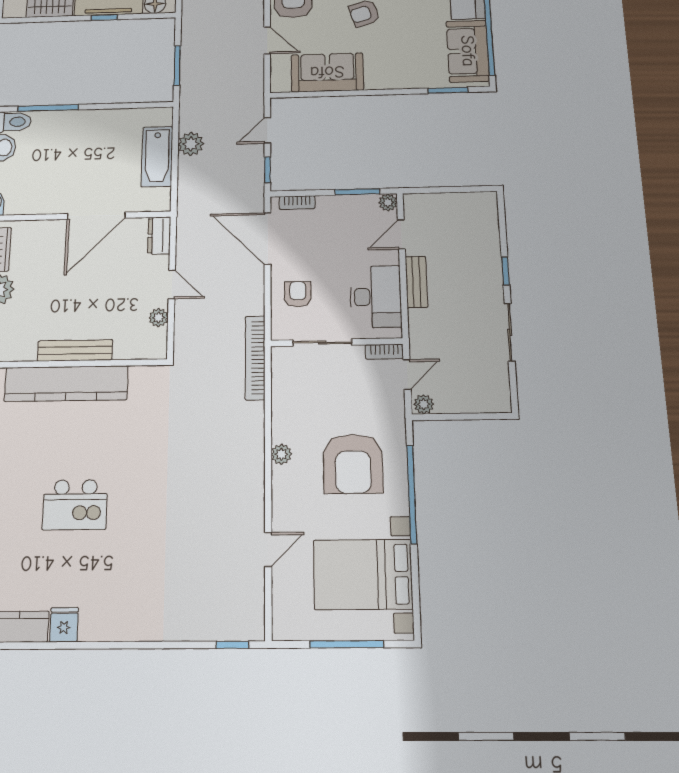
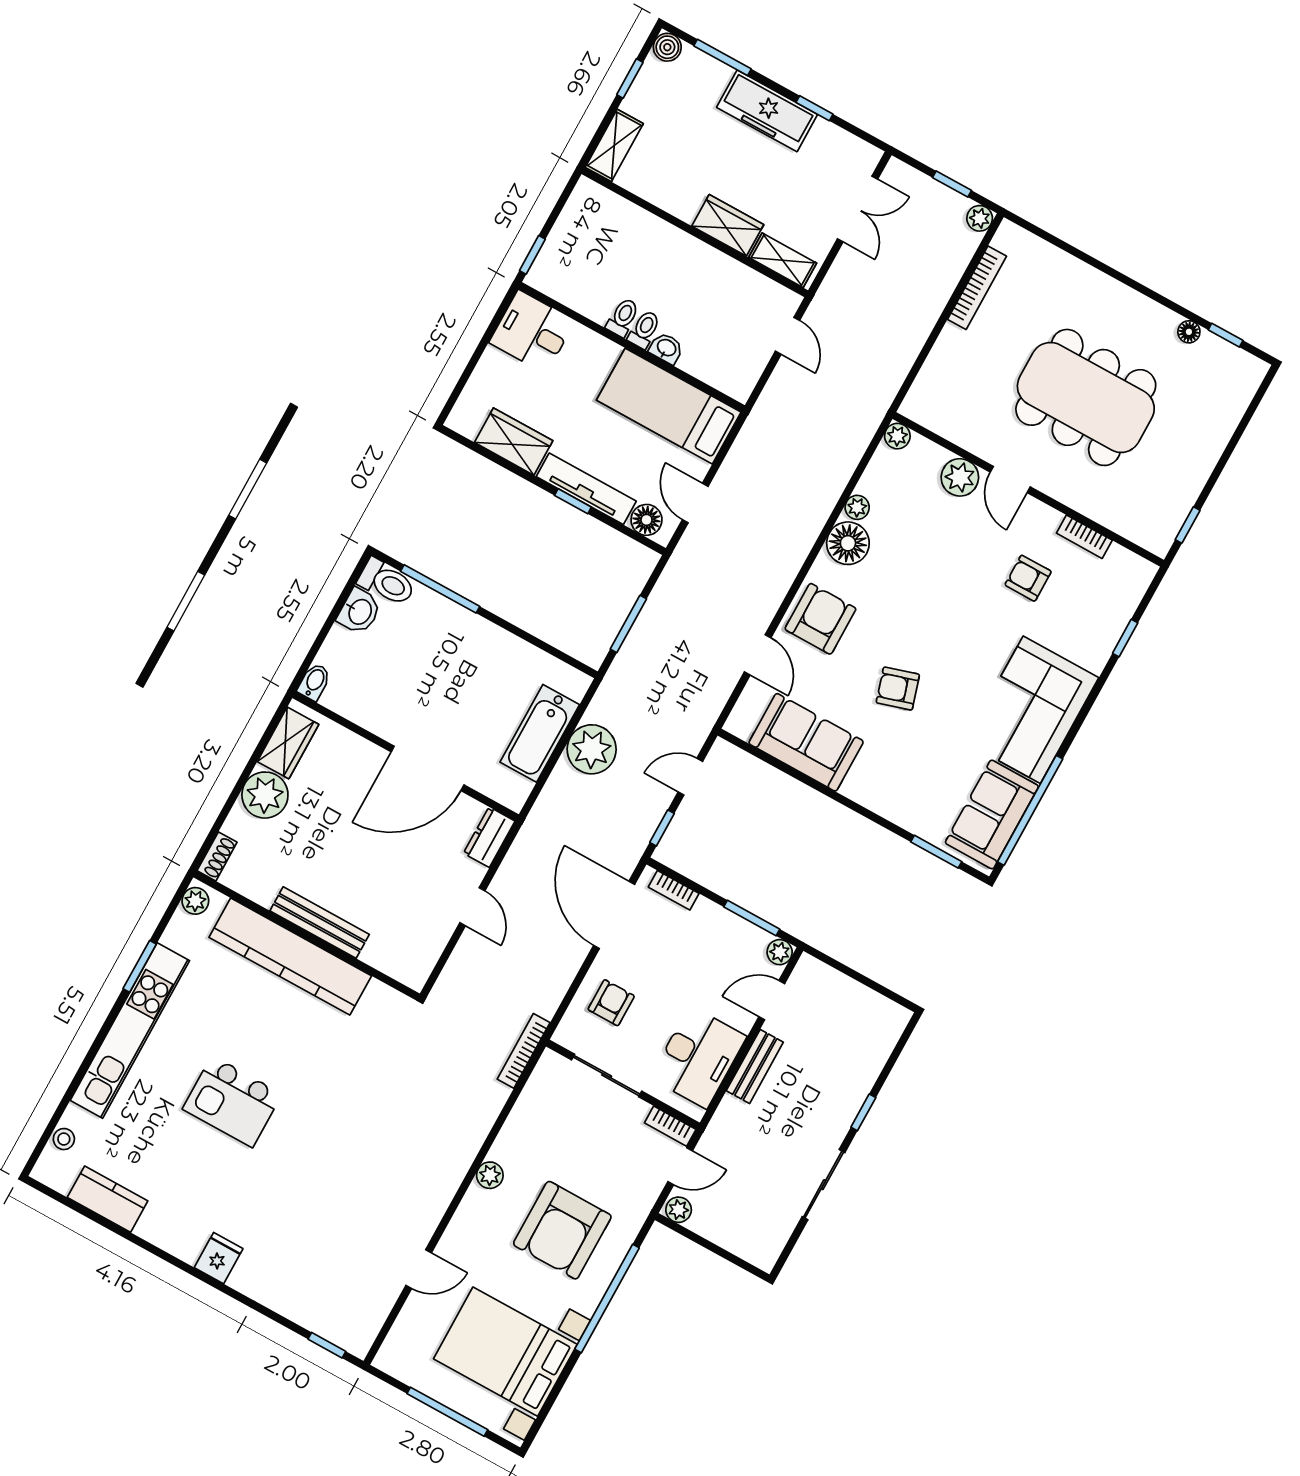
plant: (191, 144) -> (592, 749), width x1.36, depth x1.36
plant: (158, 318) -> (436, 938), removed
bookcase: (255, 358) -> (524, 1051), width x0.68, depth x0.76
fridge: (64, 625) -> (219, 1258), moved

